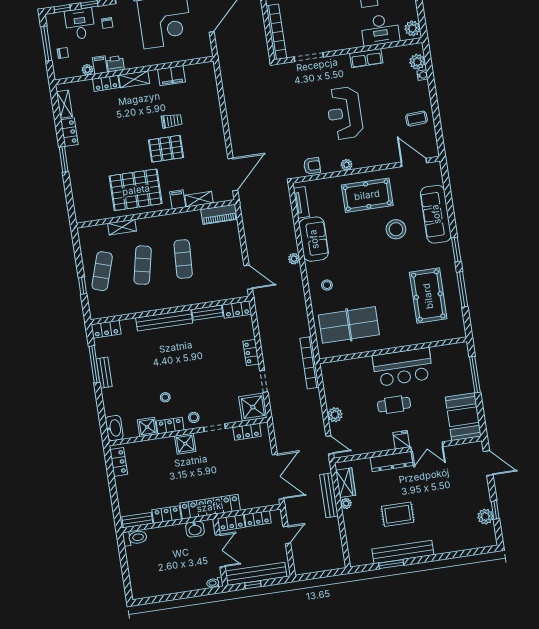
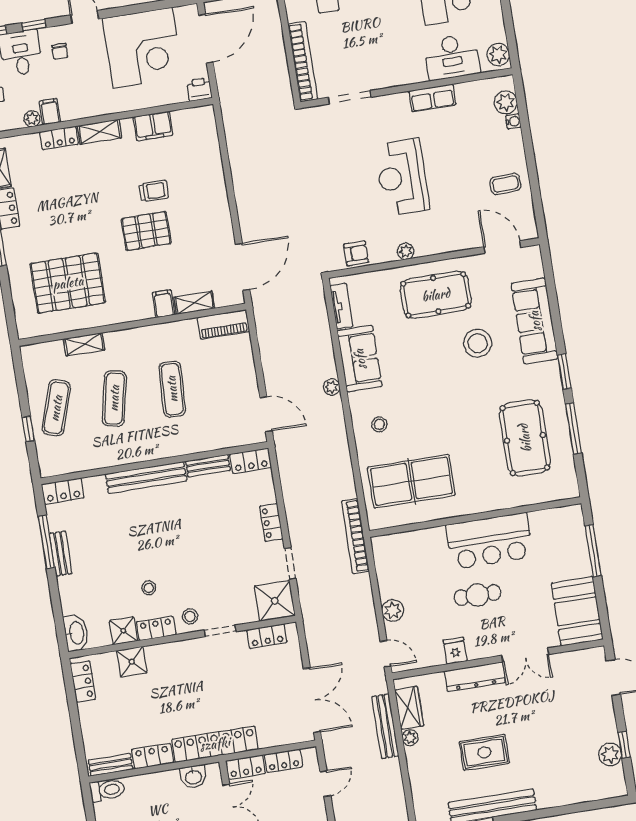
printer: (115, 64) -> (199, 89), moved
pallet: (136, 190) -> (68, 283), moved
fridge: (401, 440) -> (455, 651), moved
shower: (185, 444) -> (132, 662), moved

